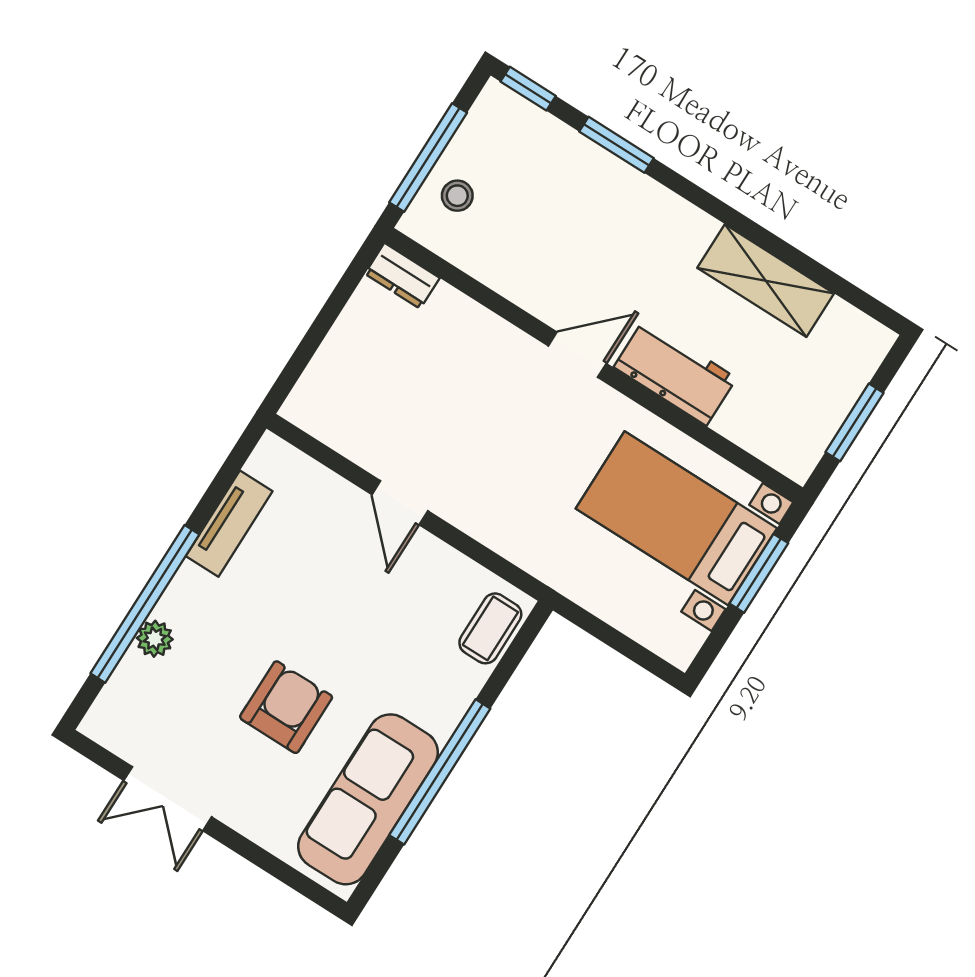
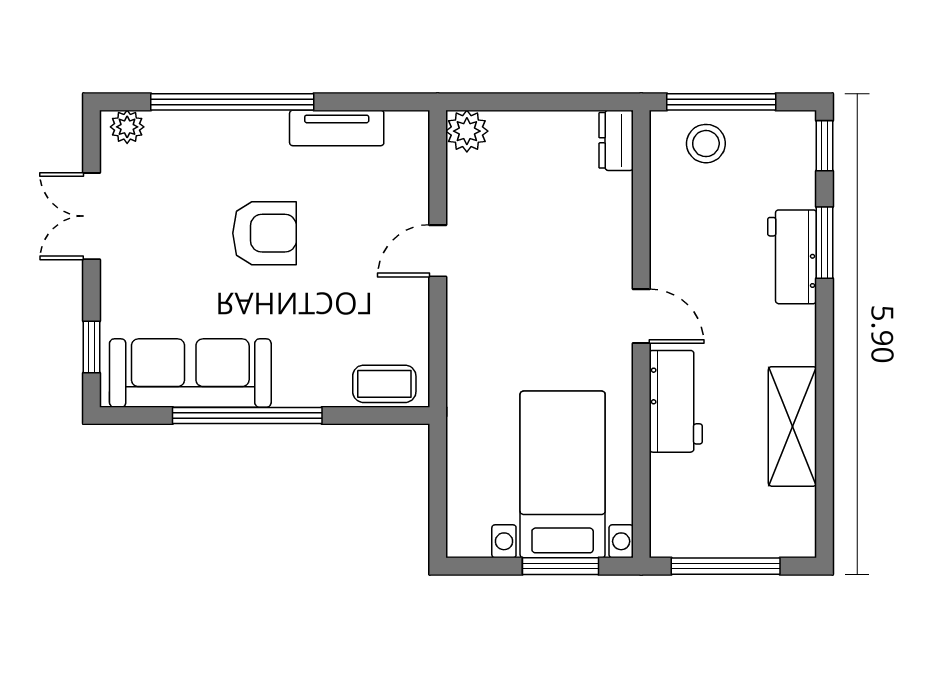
workbench: (611, 183) -> (792, 257), added
stool: (457, 196) -> (706, 144), width x1.37, depth x1.37
plant: (307, 407) -> (467, 131), added
window: (854, 422) -> (726, 566), width x1.44
plant: (155, 639) -> (127, 127), moved
armchair: (286, 707) -> (265, 233), moved
window: (287, 874) -> (91, 347), added

